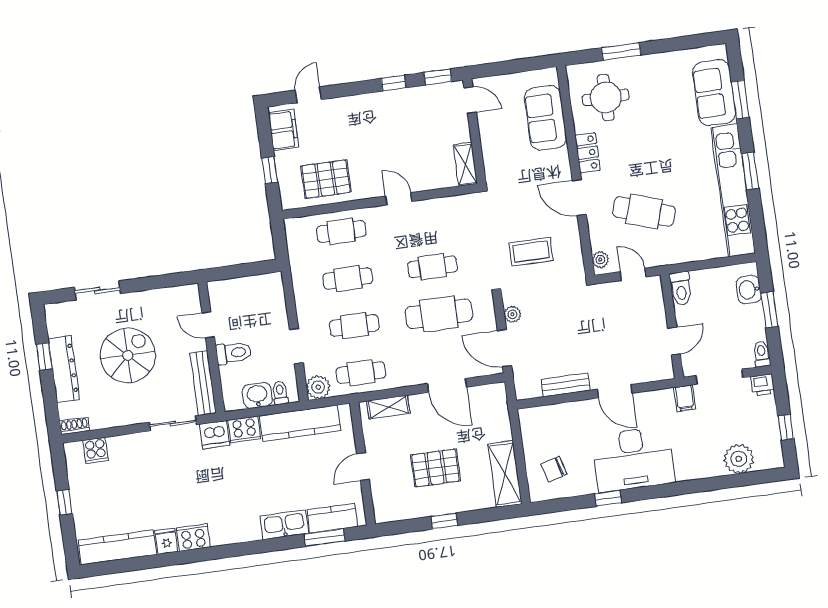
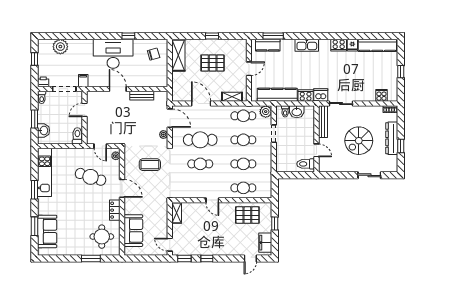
kitchen unit: (733, 190) -> (45, 172), width x0.73
toilet: (234, 353) -> (306, 164), moved
kitchen sink: (284, 525) -> (307, 45), moved

